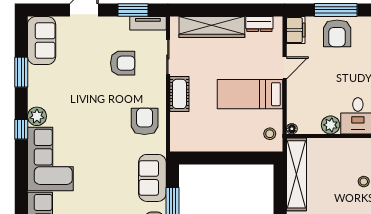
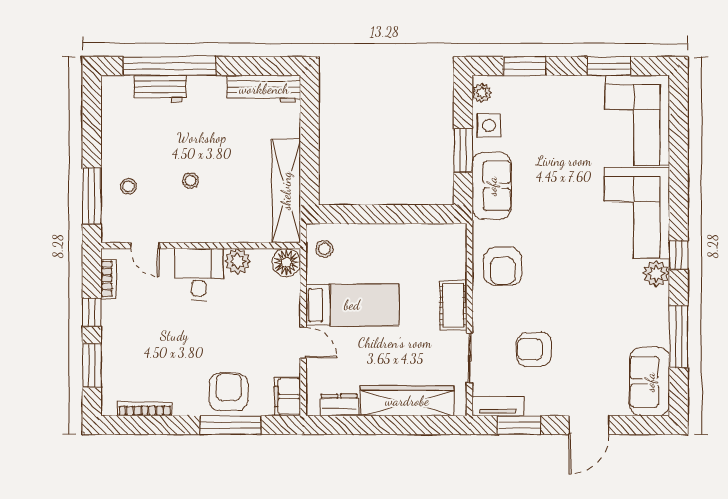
door: (285, 68) -> (303, 343), swing flipped
window: (21, 72) -> (679, 337), width x1.44
floor lamp: (292, 129) -> (286, 262), width x1.89, depth x1.89

